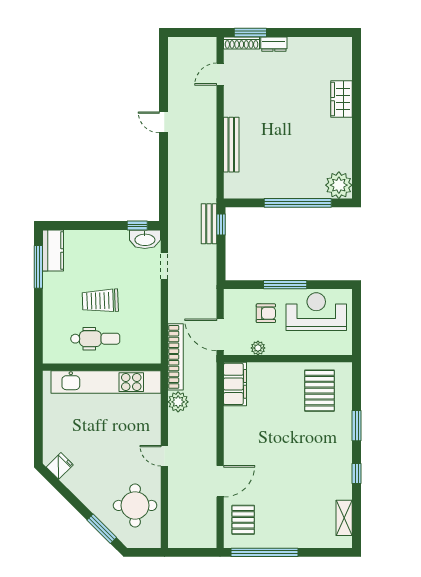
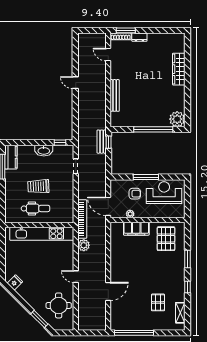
door: (220, 74) -> (108, 55), hinge flipped
wardrobe: (342, 99) -> (179, 69), width x1.50
washbasin: (145, 239) -> (44, 151), moved
filing cabinet: (235, 384) -> (136, 229), moved, turned 90
pallet: (243, 520) -> (158, 302), moved

